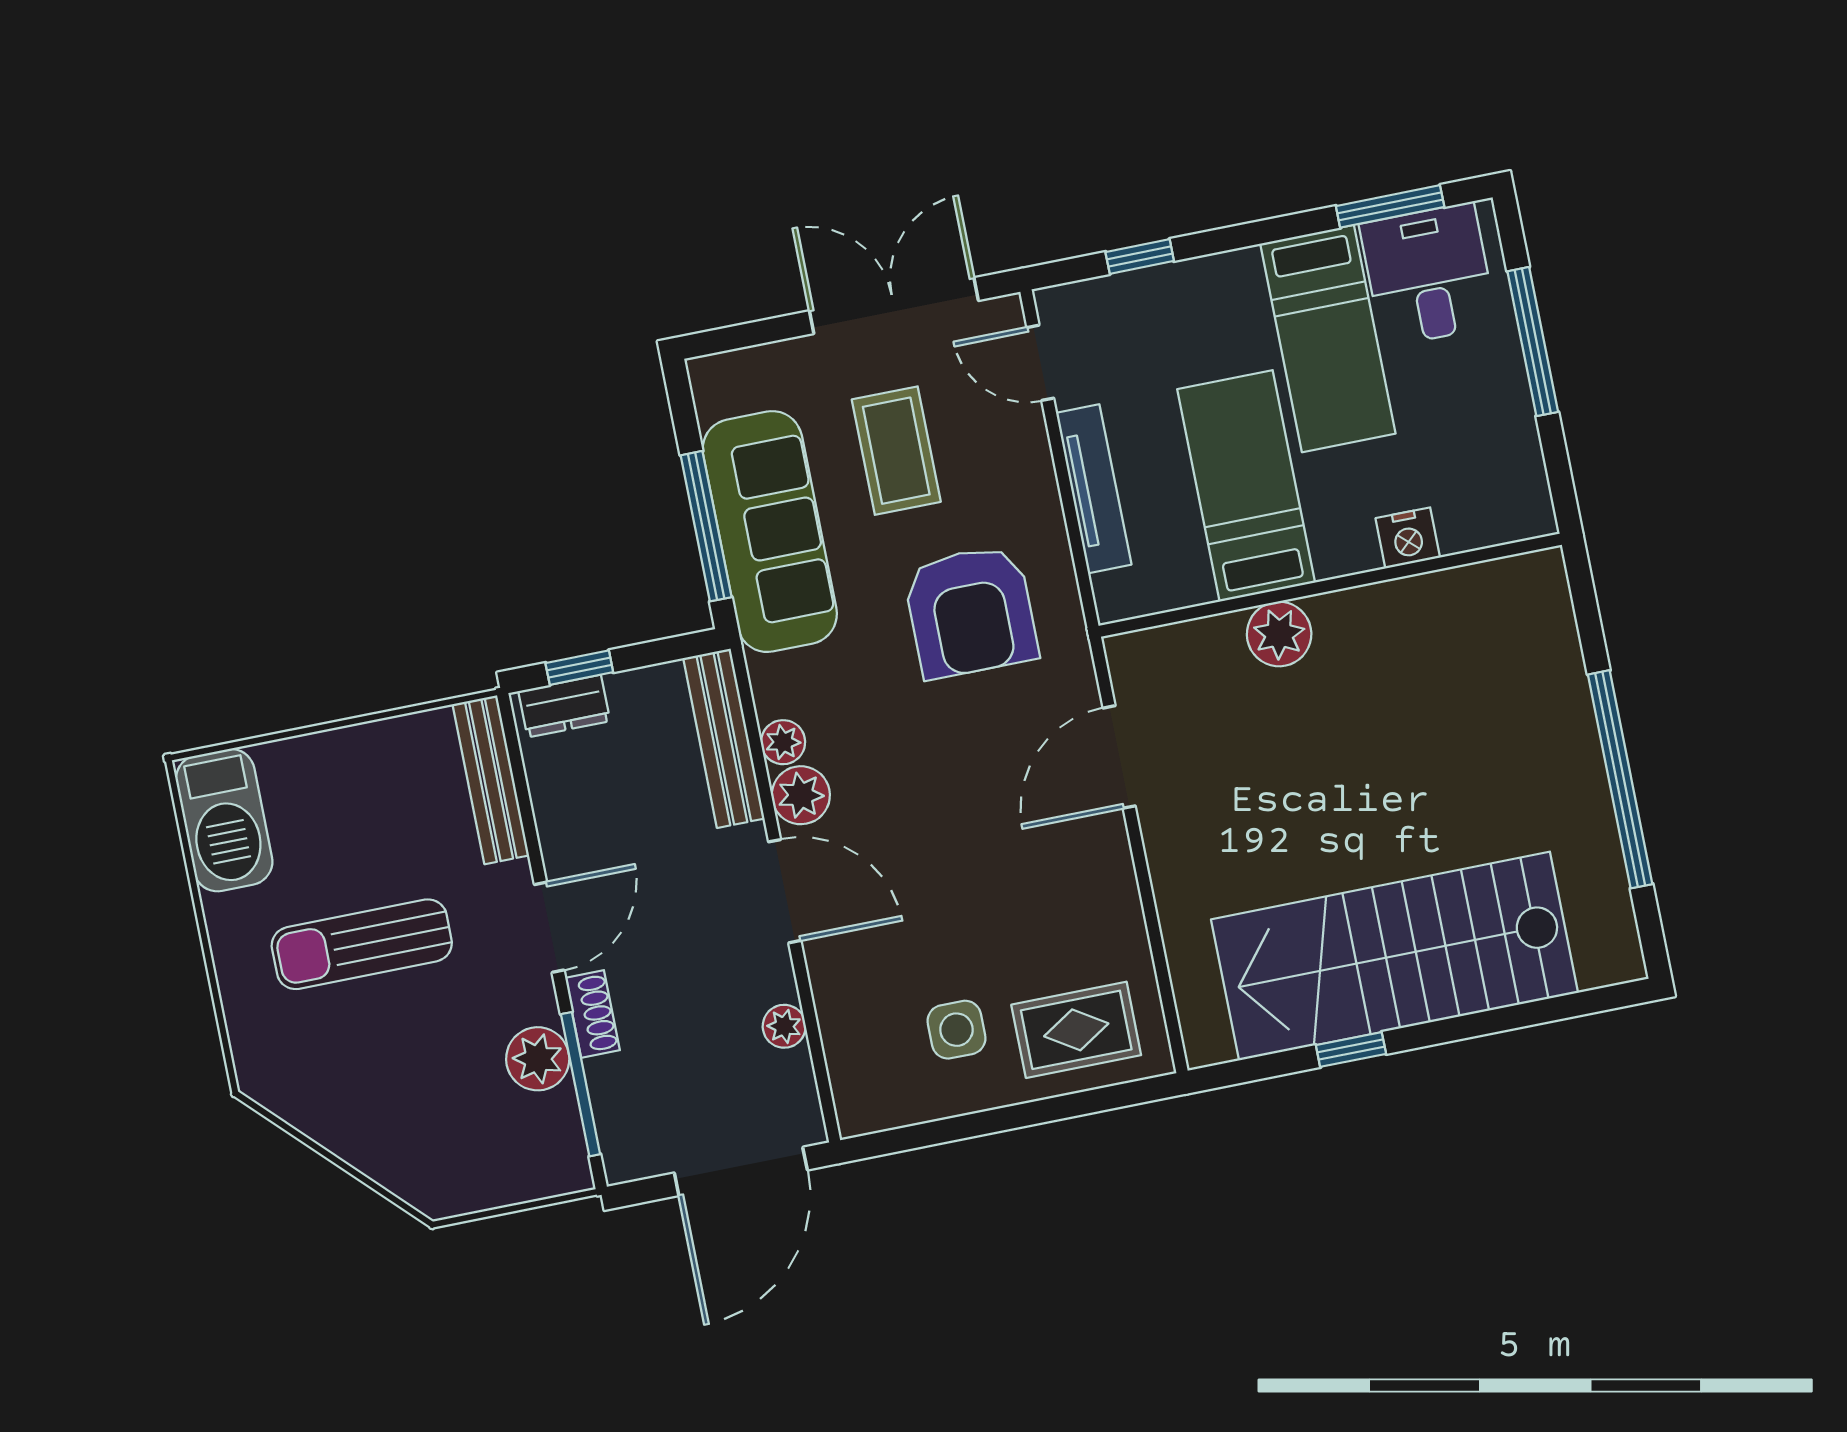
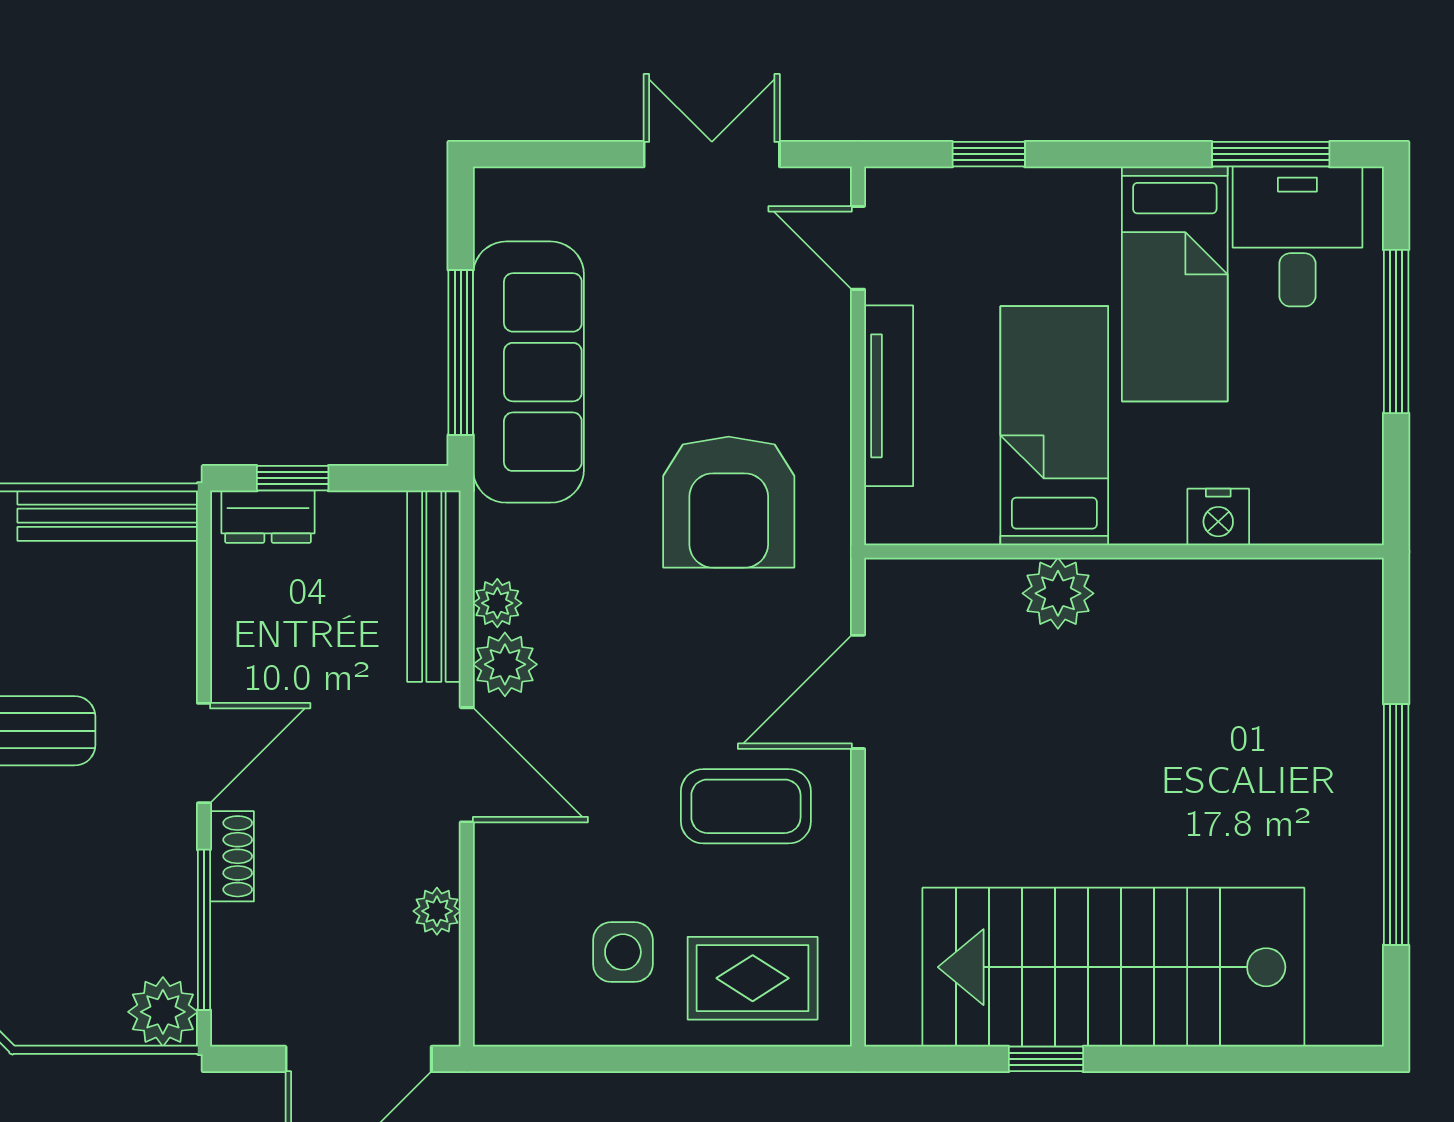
double door: (894, 306) -> (712, 154), width x0.73
coffee table: (896, 451) -> (746, 806), moved, turned 90
bench: (491, 780) -> (108, 516), moved, turned 90
plant: (538, 1059) -> (163, 1012), moved

